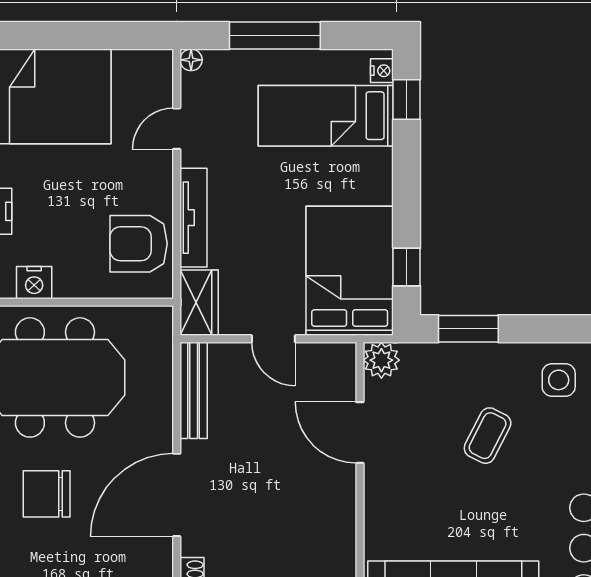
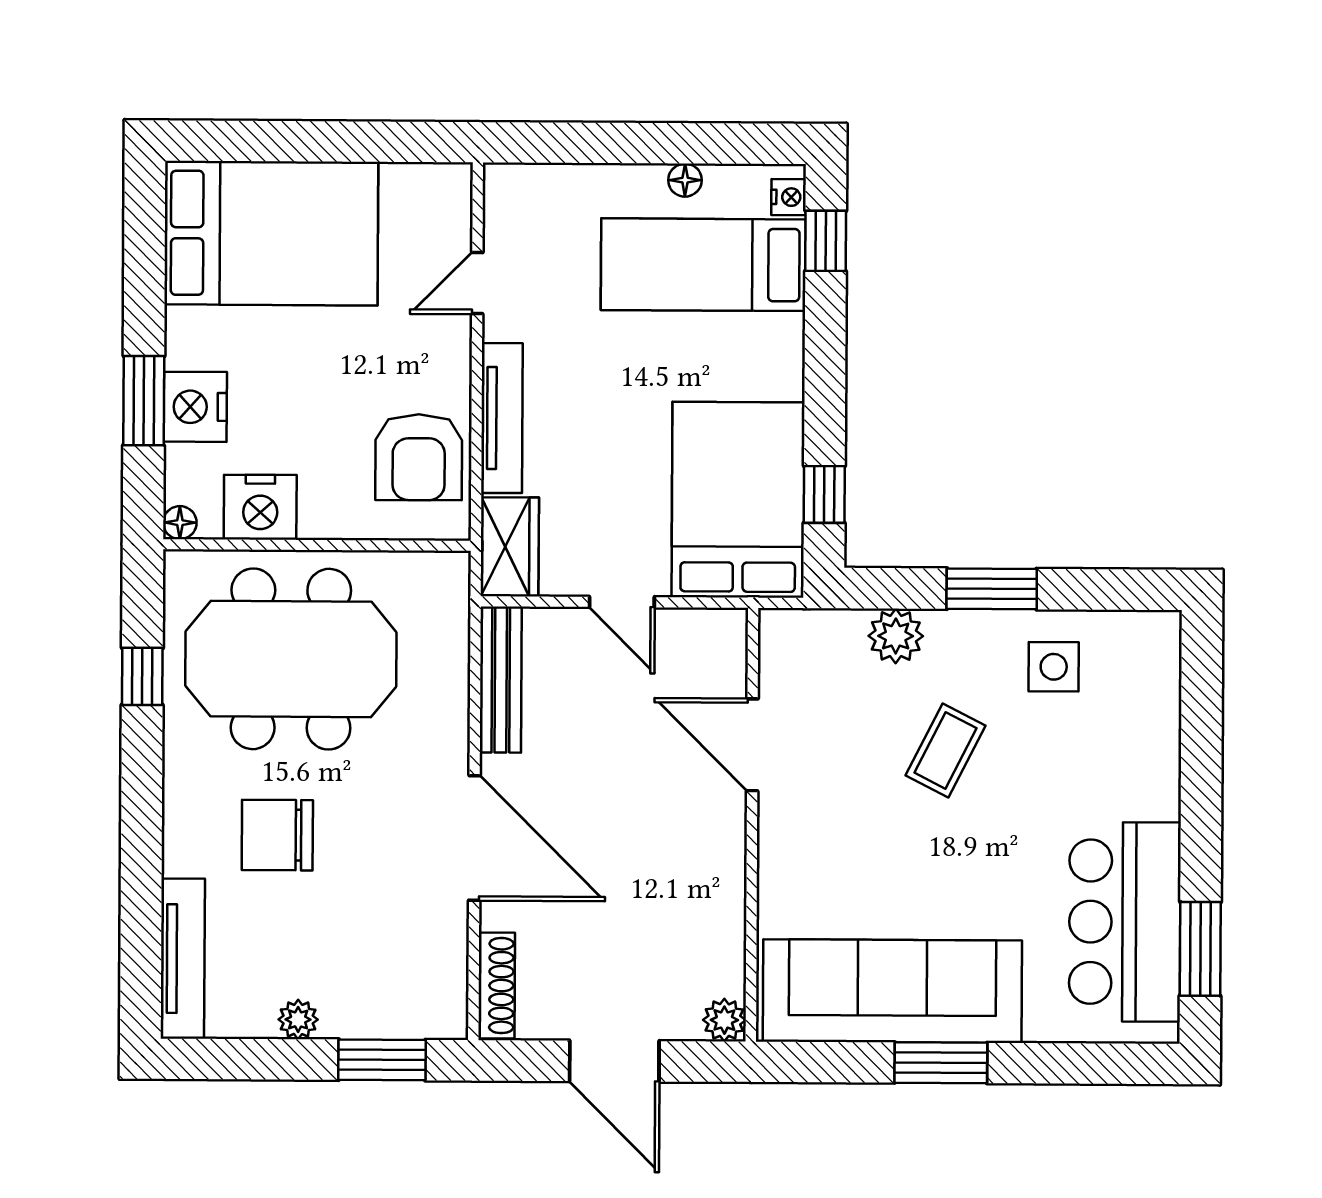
window: (275, 36) -> (627, 143), removed
floor lamp: (191, 60) -> (685, 180), moved
armchair: (139, 244) -> (419, 457), turned -90
nightstand: (34, 283) -> (260, 507), width x1.36, depth x1.33
window: (468, 329) -> (992, 589), moved
plant: (381, 360) -> (896, 636), moved
door: (177, 495) -> (474, 838), swing flipped

